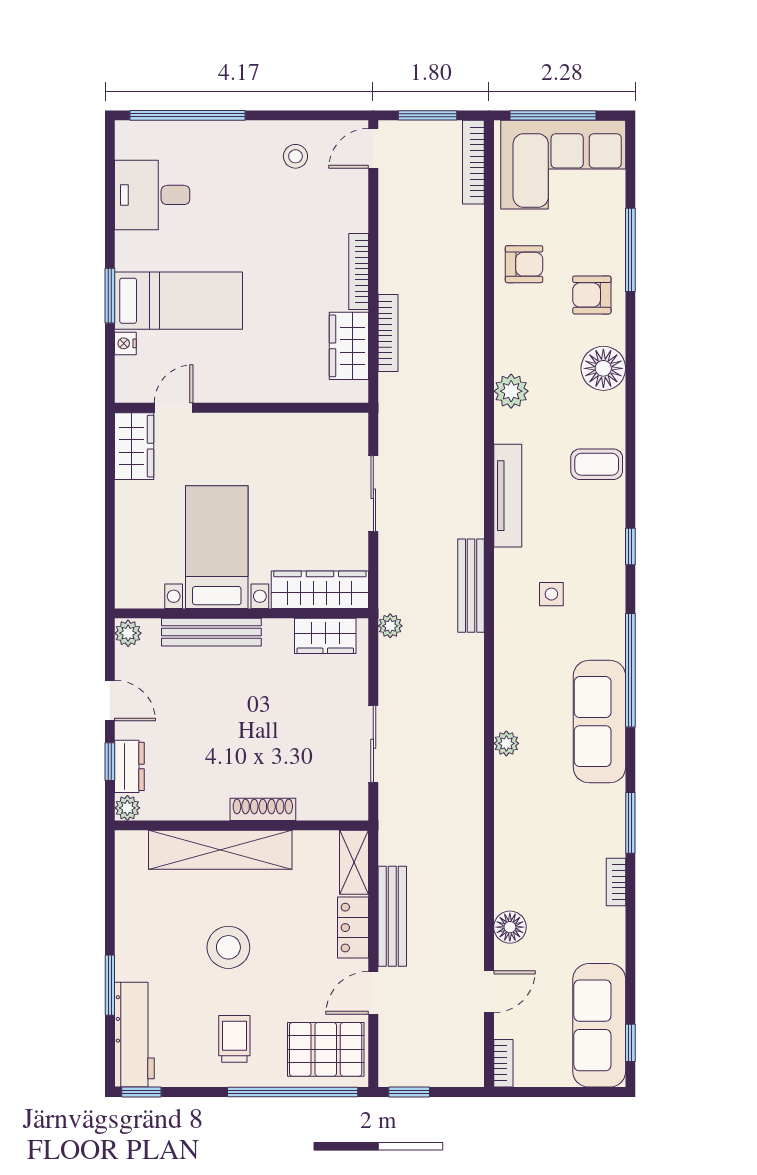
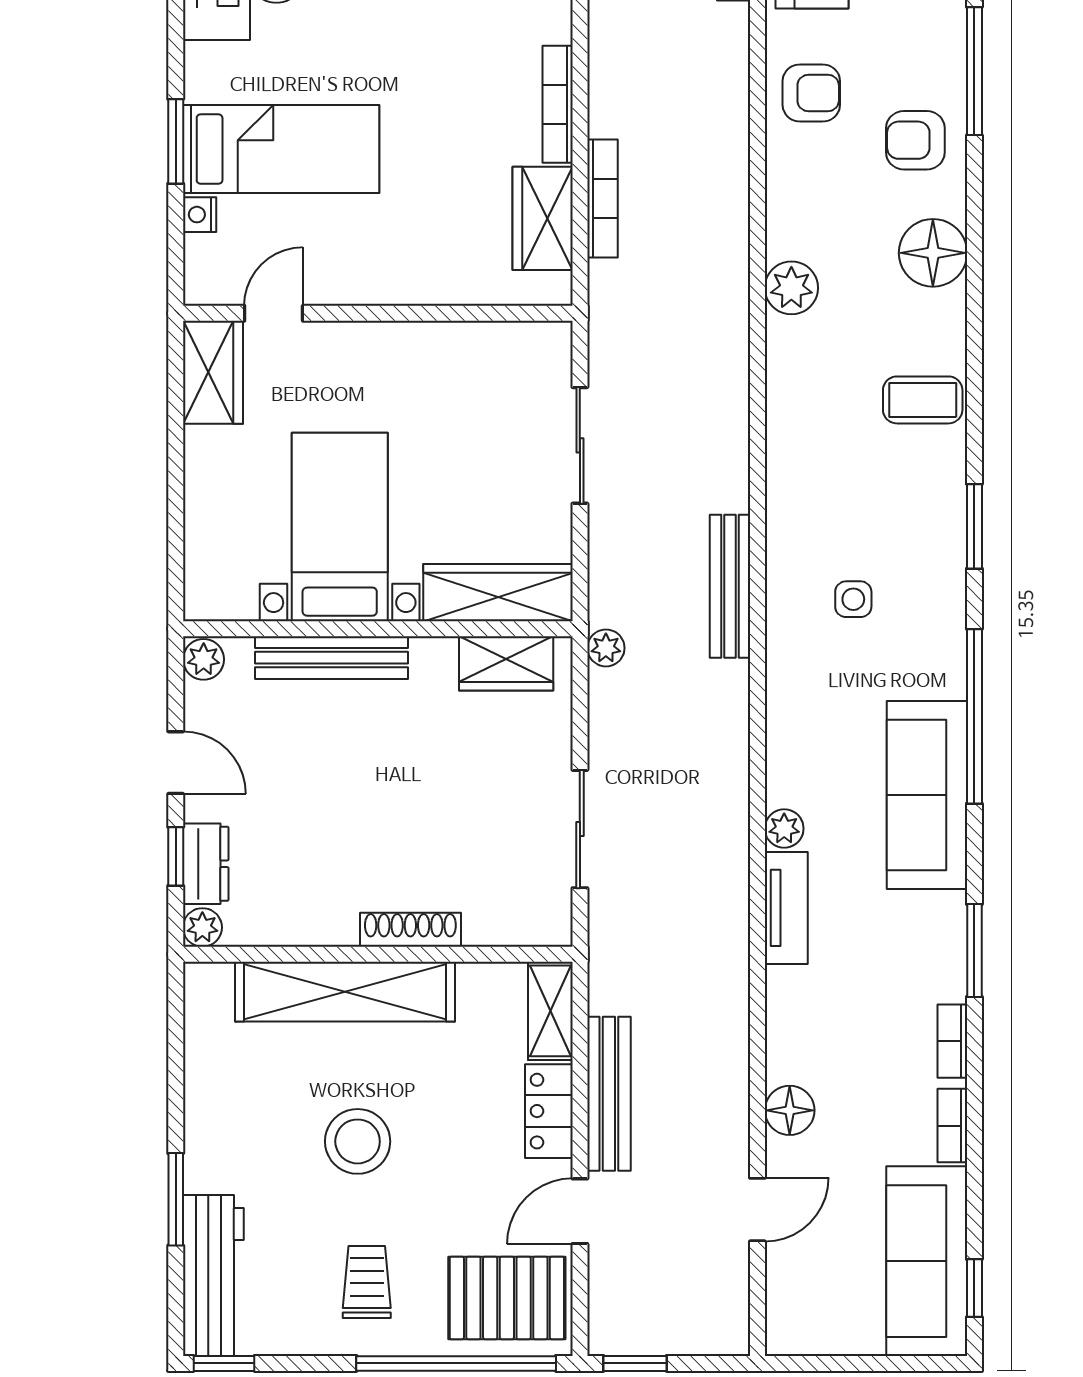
tv unit: (508, 496) -> (786, 908), moved, width x0.71
window: (630, 547) -> (974, 526), width x1.50
bookcase: (503, 1063) -> (952, 1126), moved, turned 180

